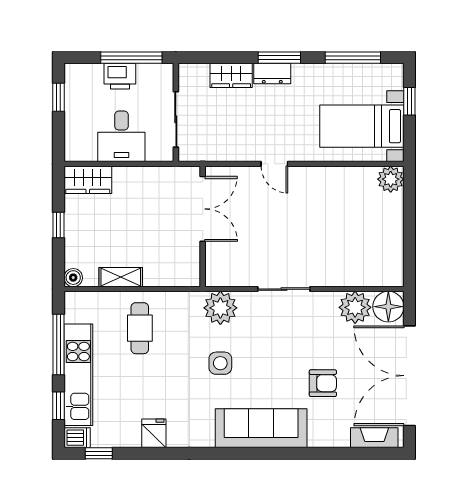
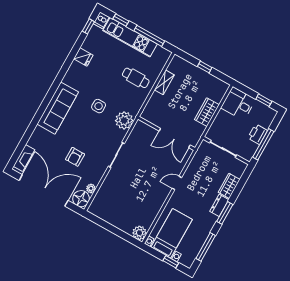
desk: (121, 136) -> (238, 104), moved
wardrobe: (88, 180) -> (207, 112), moved
boiler: (73, 278) -> (176, 60), removed
plant: (355, 307) -> (91, 188), width x0.53, depth x0.53
armchair: (323, 383) -> (75, 157), moved

